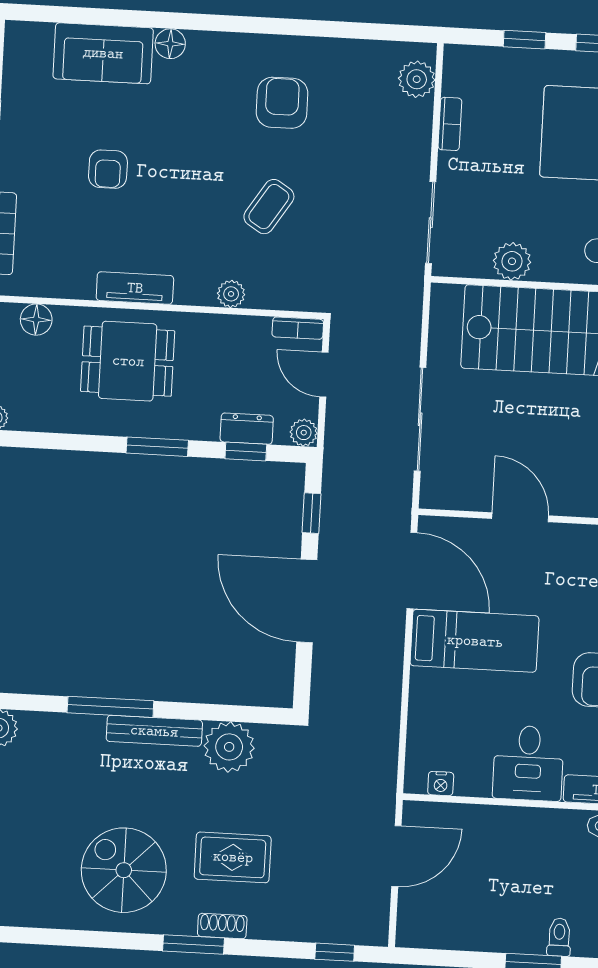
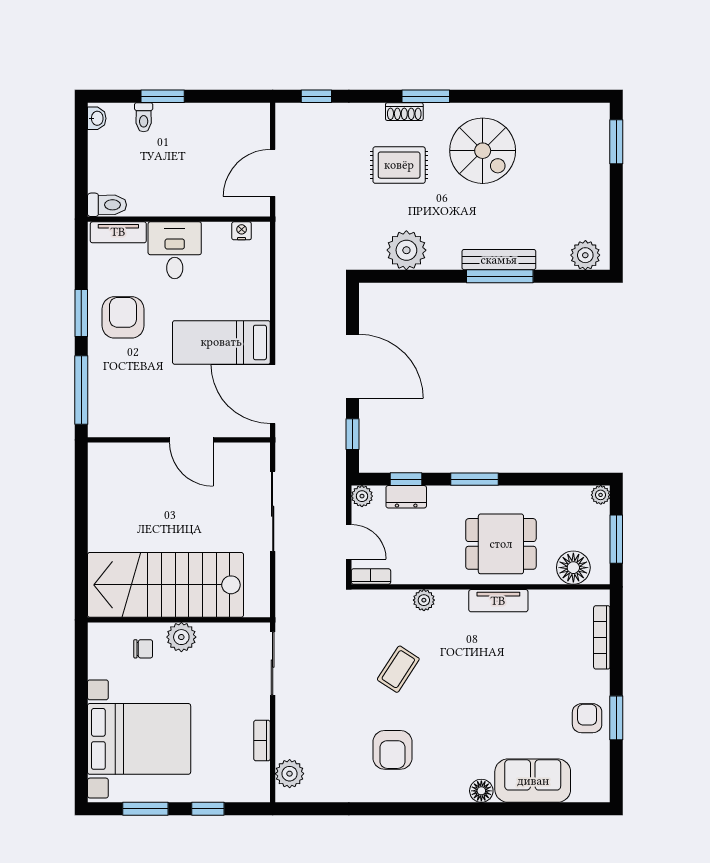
armchair: (108, 169) -> (587, 718), moved
plant: (512, 261) -> (181, 637), moved
floor lamp: (36, 320) -> (573, 568), width x1.38, depth x1.38
bench: (154, 731) -> (499, 260), moved

